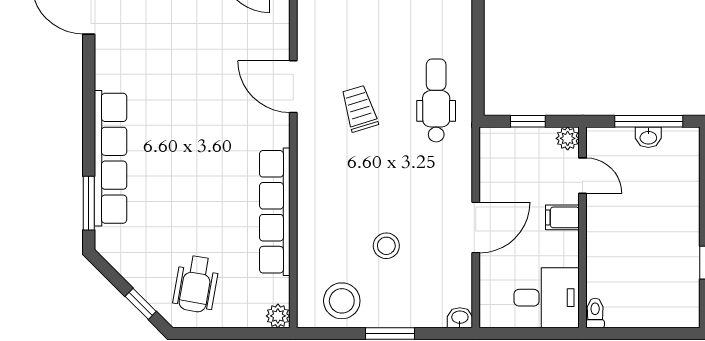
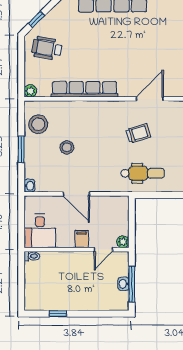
window: (528, 121) -> (132, 221), removed

